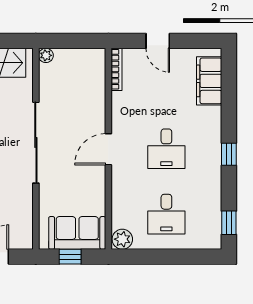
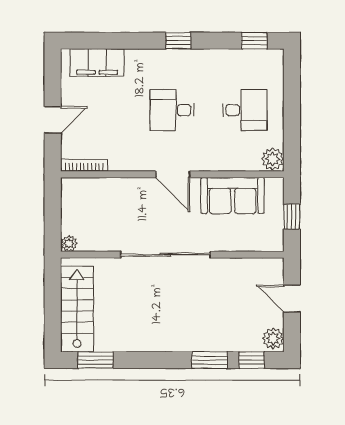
desk: (166, 149) -> (172, 110), turned 180
sofa: (77, 233) -> (233, 196), moved, turned -90

